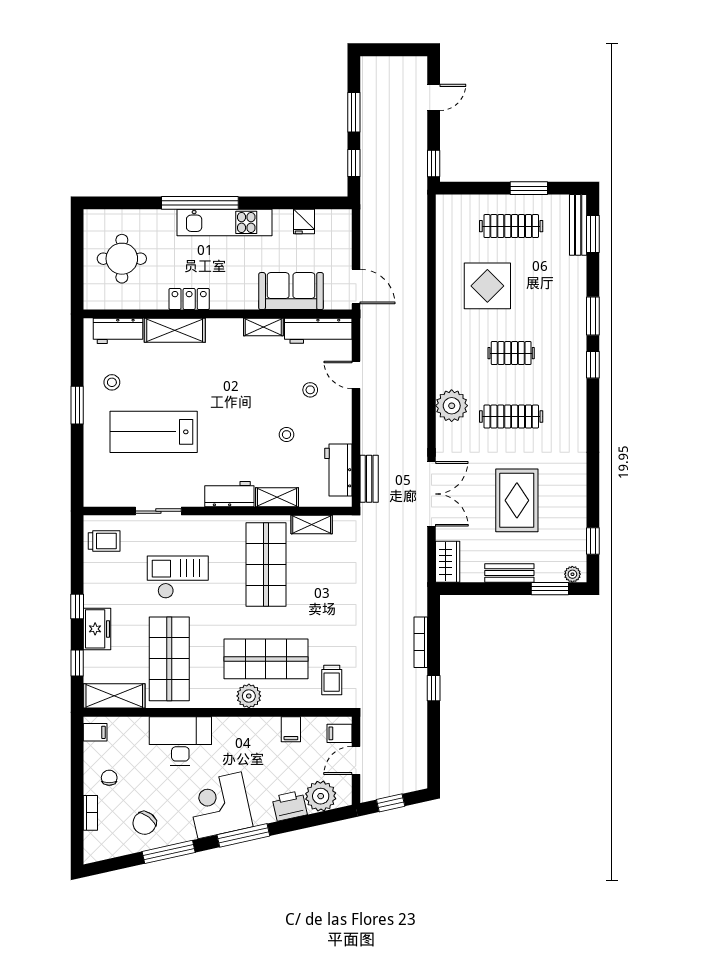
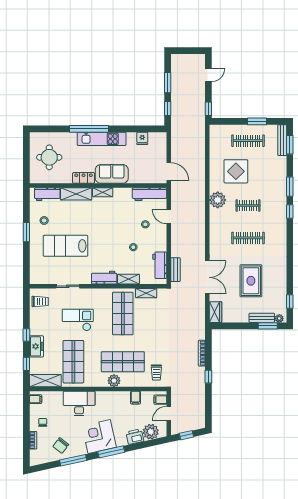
sofa: (291, 291) -> (112, 174), moved
shelving: (263, 327) -> (103, 192), moved
plant: (452, 406) -> (218, 200), moved
bench: (509, 573) -> (262, 318), moved

